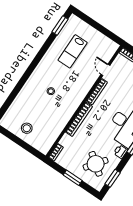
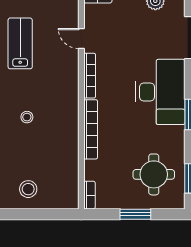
lab bench: (73, 51) -> (20, 43), turned 180
printer: (121, 152) -> (176, 135), removed
round table: (96, 164) -> (154, 174), turned -37

